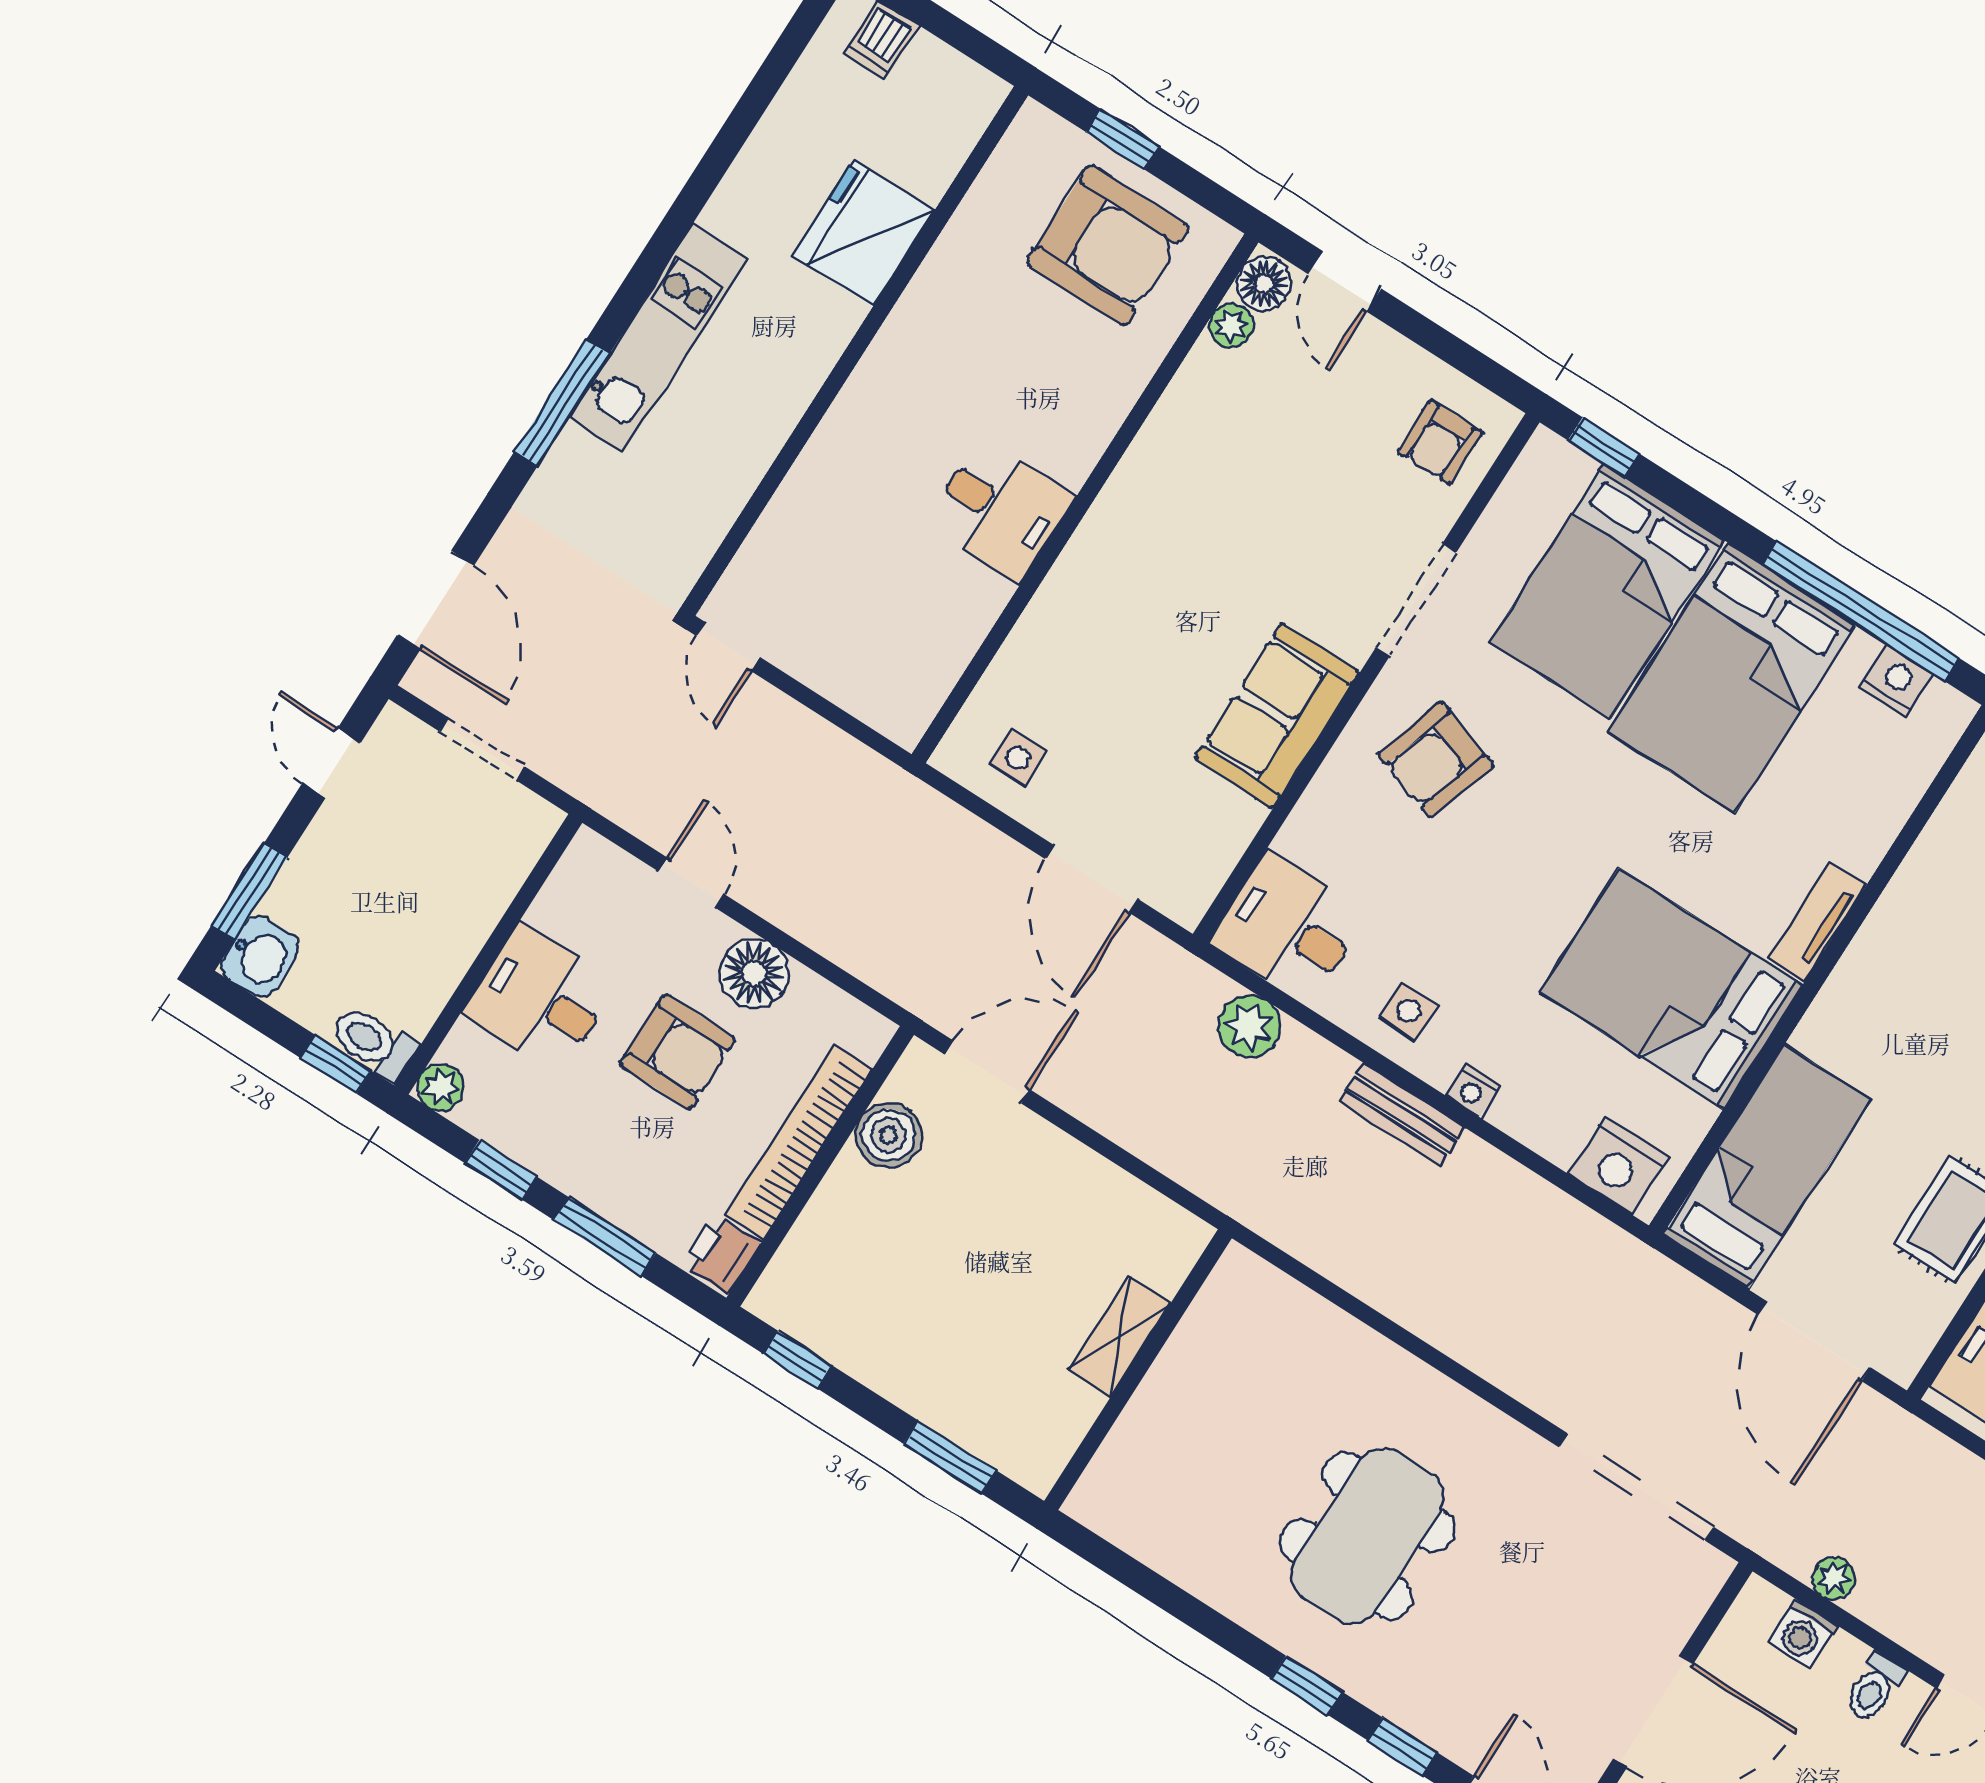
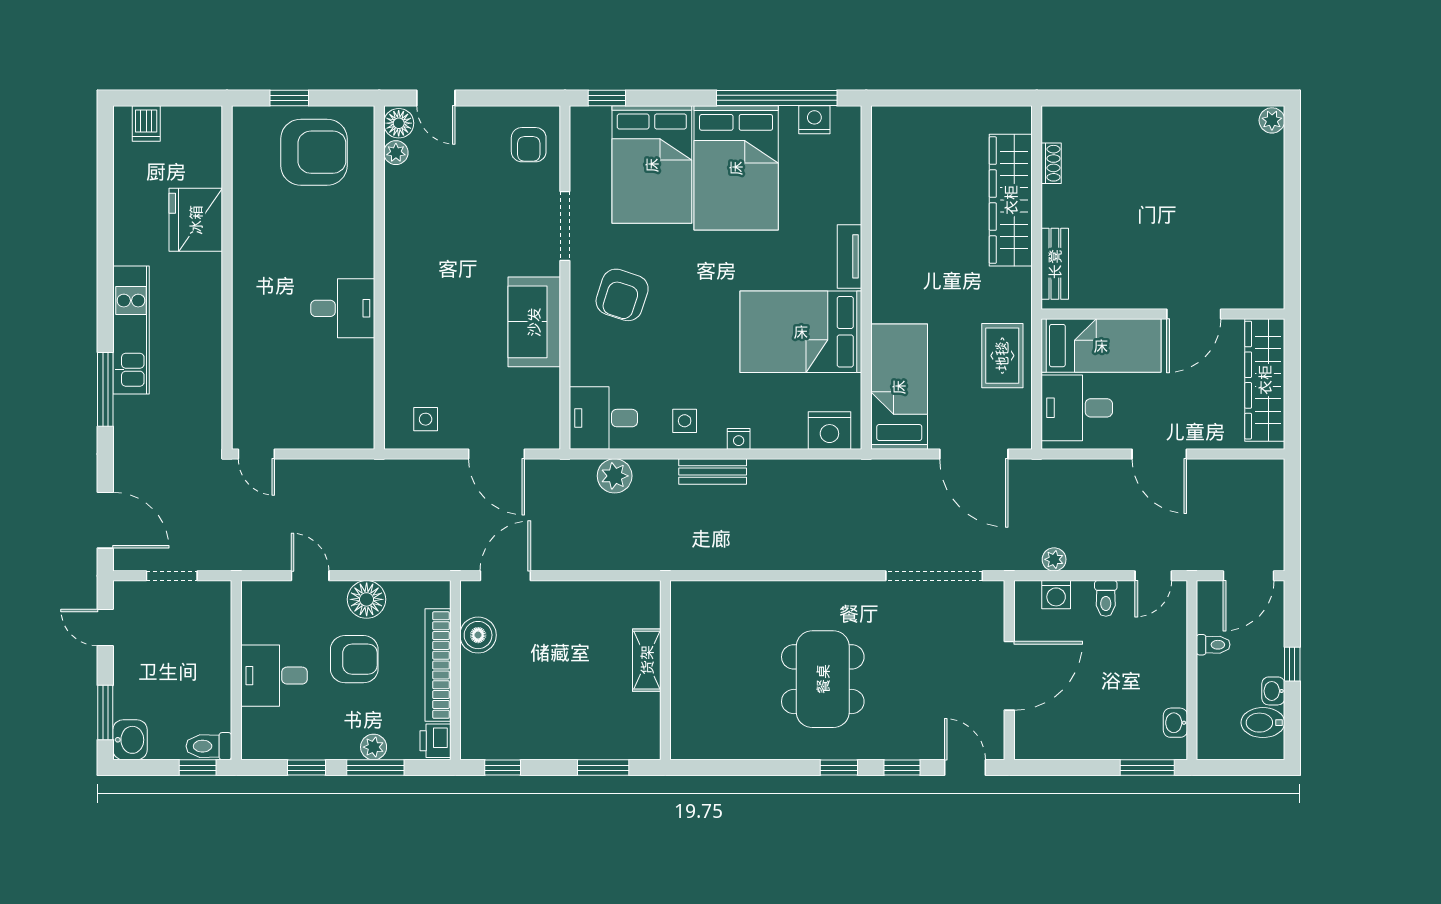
plant: (440, 1087) -> (374, 747), moved

